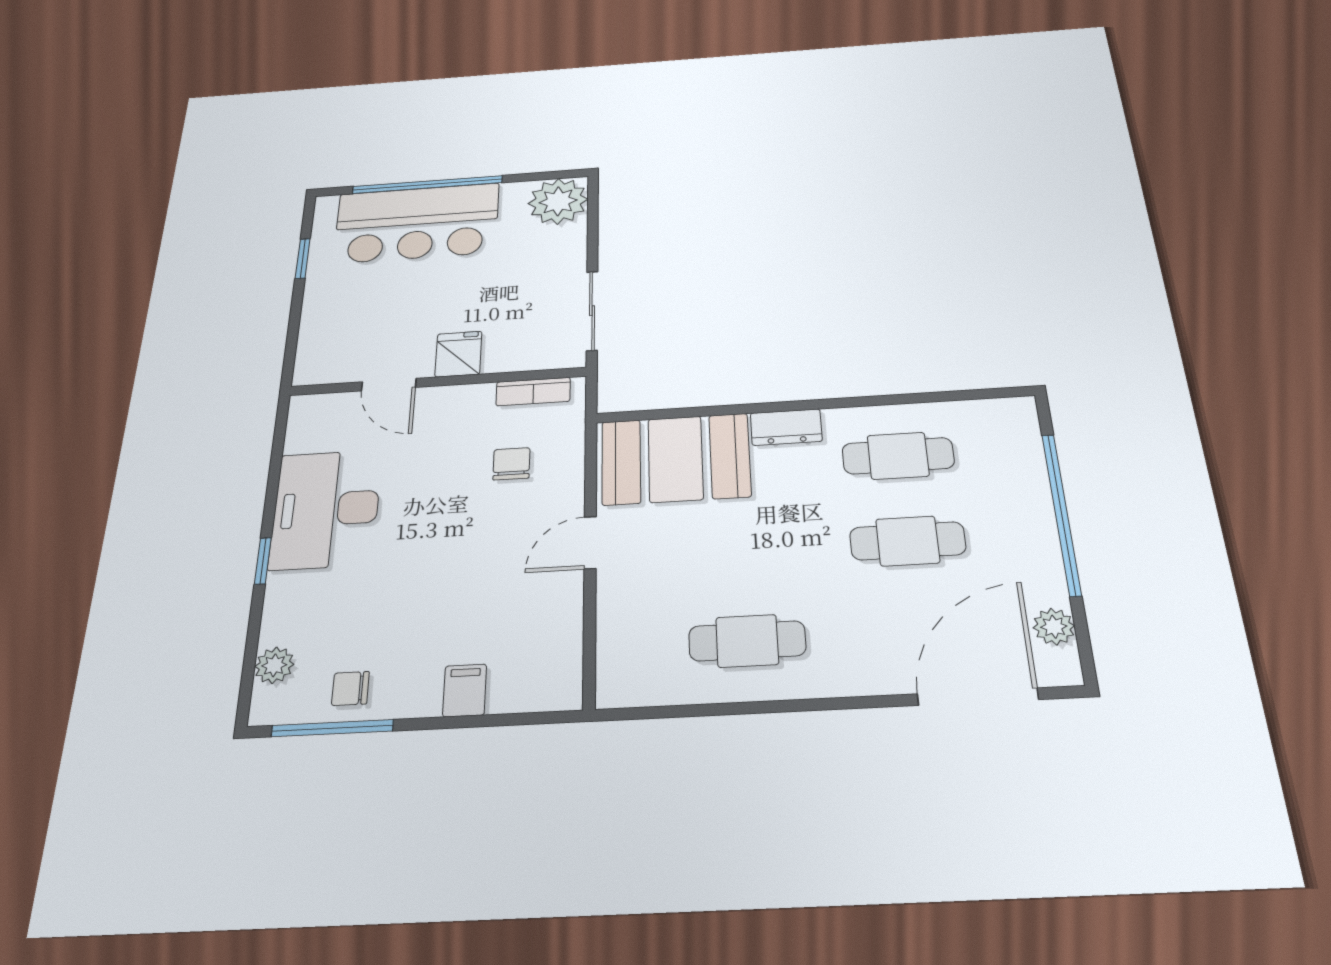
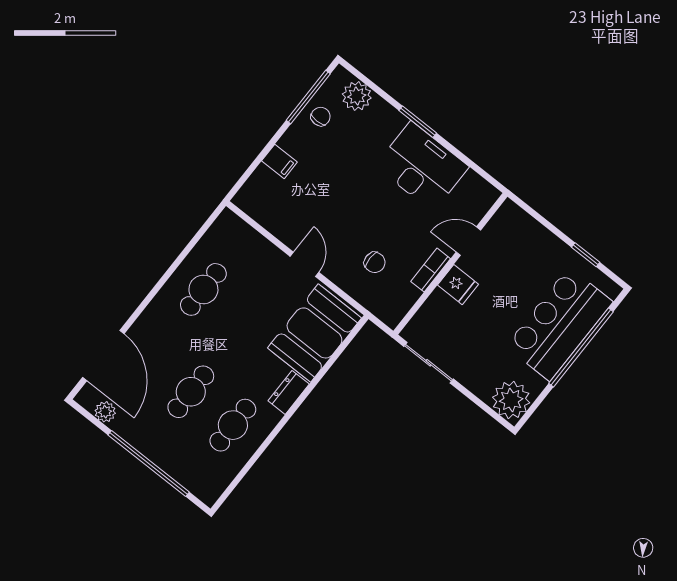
bookcase: (533, 392) -> (431, 270), moved
window: (263, 561) -> (418, 122), width x1.50
plant: (274, 665) -> (357, 96), width x1.38, depth x1.38

